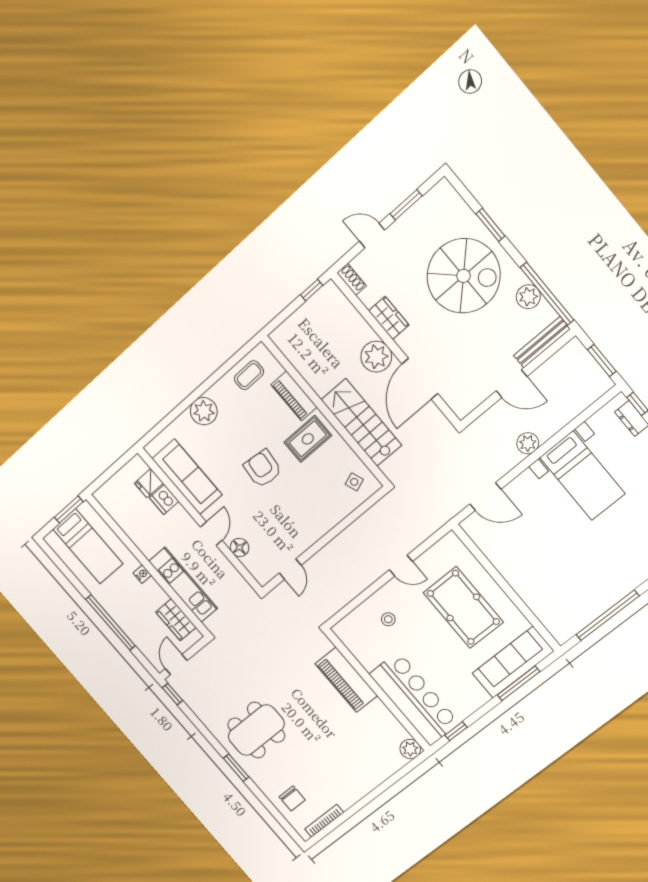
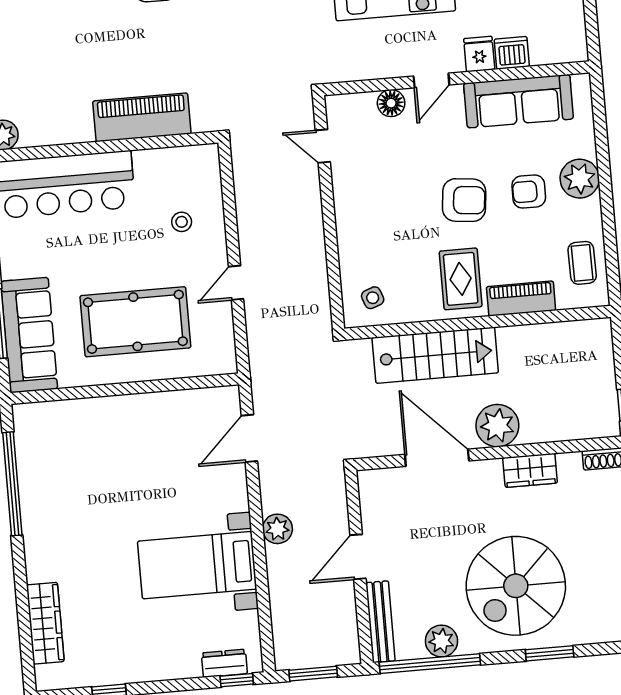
armchair: (232, 435) -> (529, 192), added
fridge: (149, 483) -> (479, 54), moved
door: (211, 534) -> (431, 80), hinge flipped

